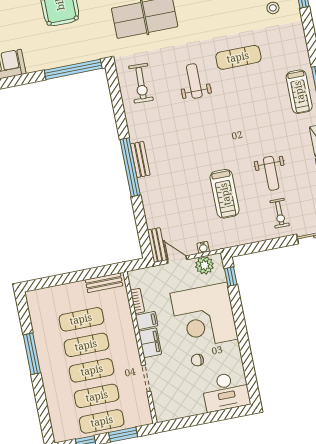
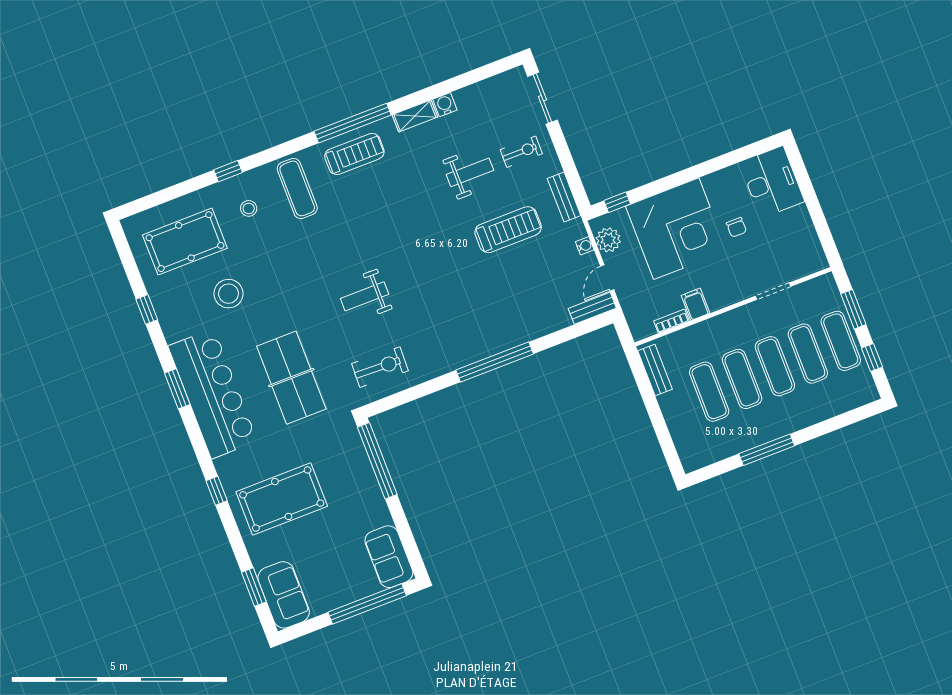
exercise mat: (238, 57) -> (297, 188), moved
bench: (140, 159) -> (564, 197), moved, turned 90
filing cabinet: (150, 343) -> (724, 295), removed

